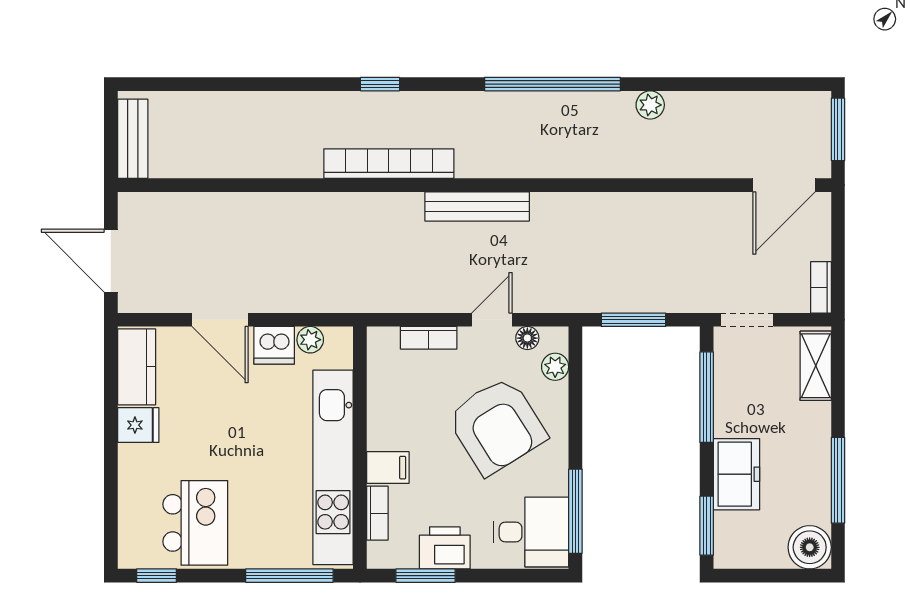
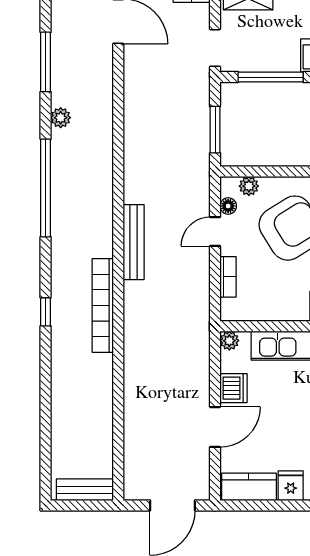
window: (728, 84) -> (46, 62), added
door: (492, 320) -> (215, 232), hinge flipped
plant: (310, 340) -> (229, 341), moved

